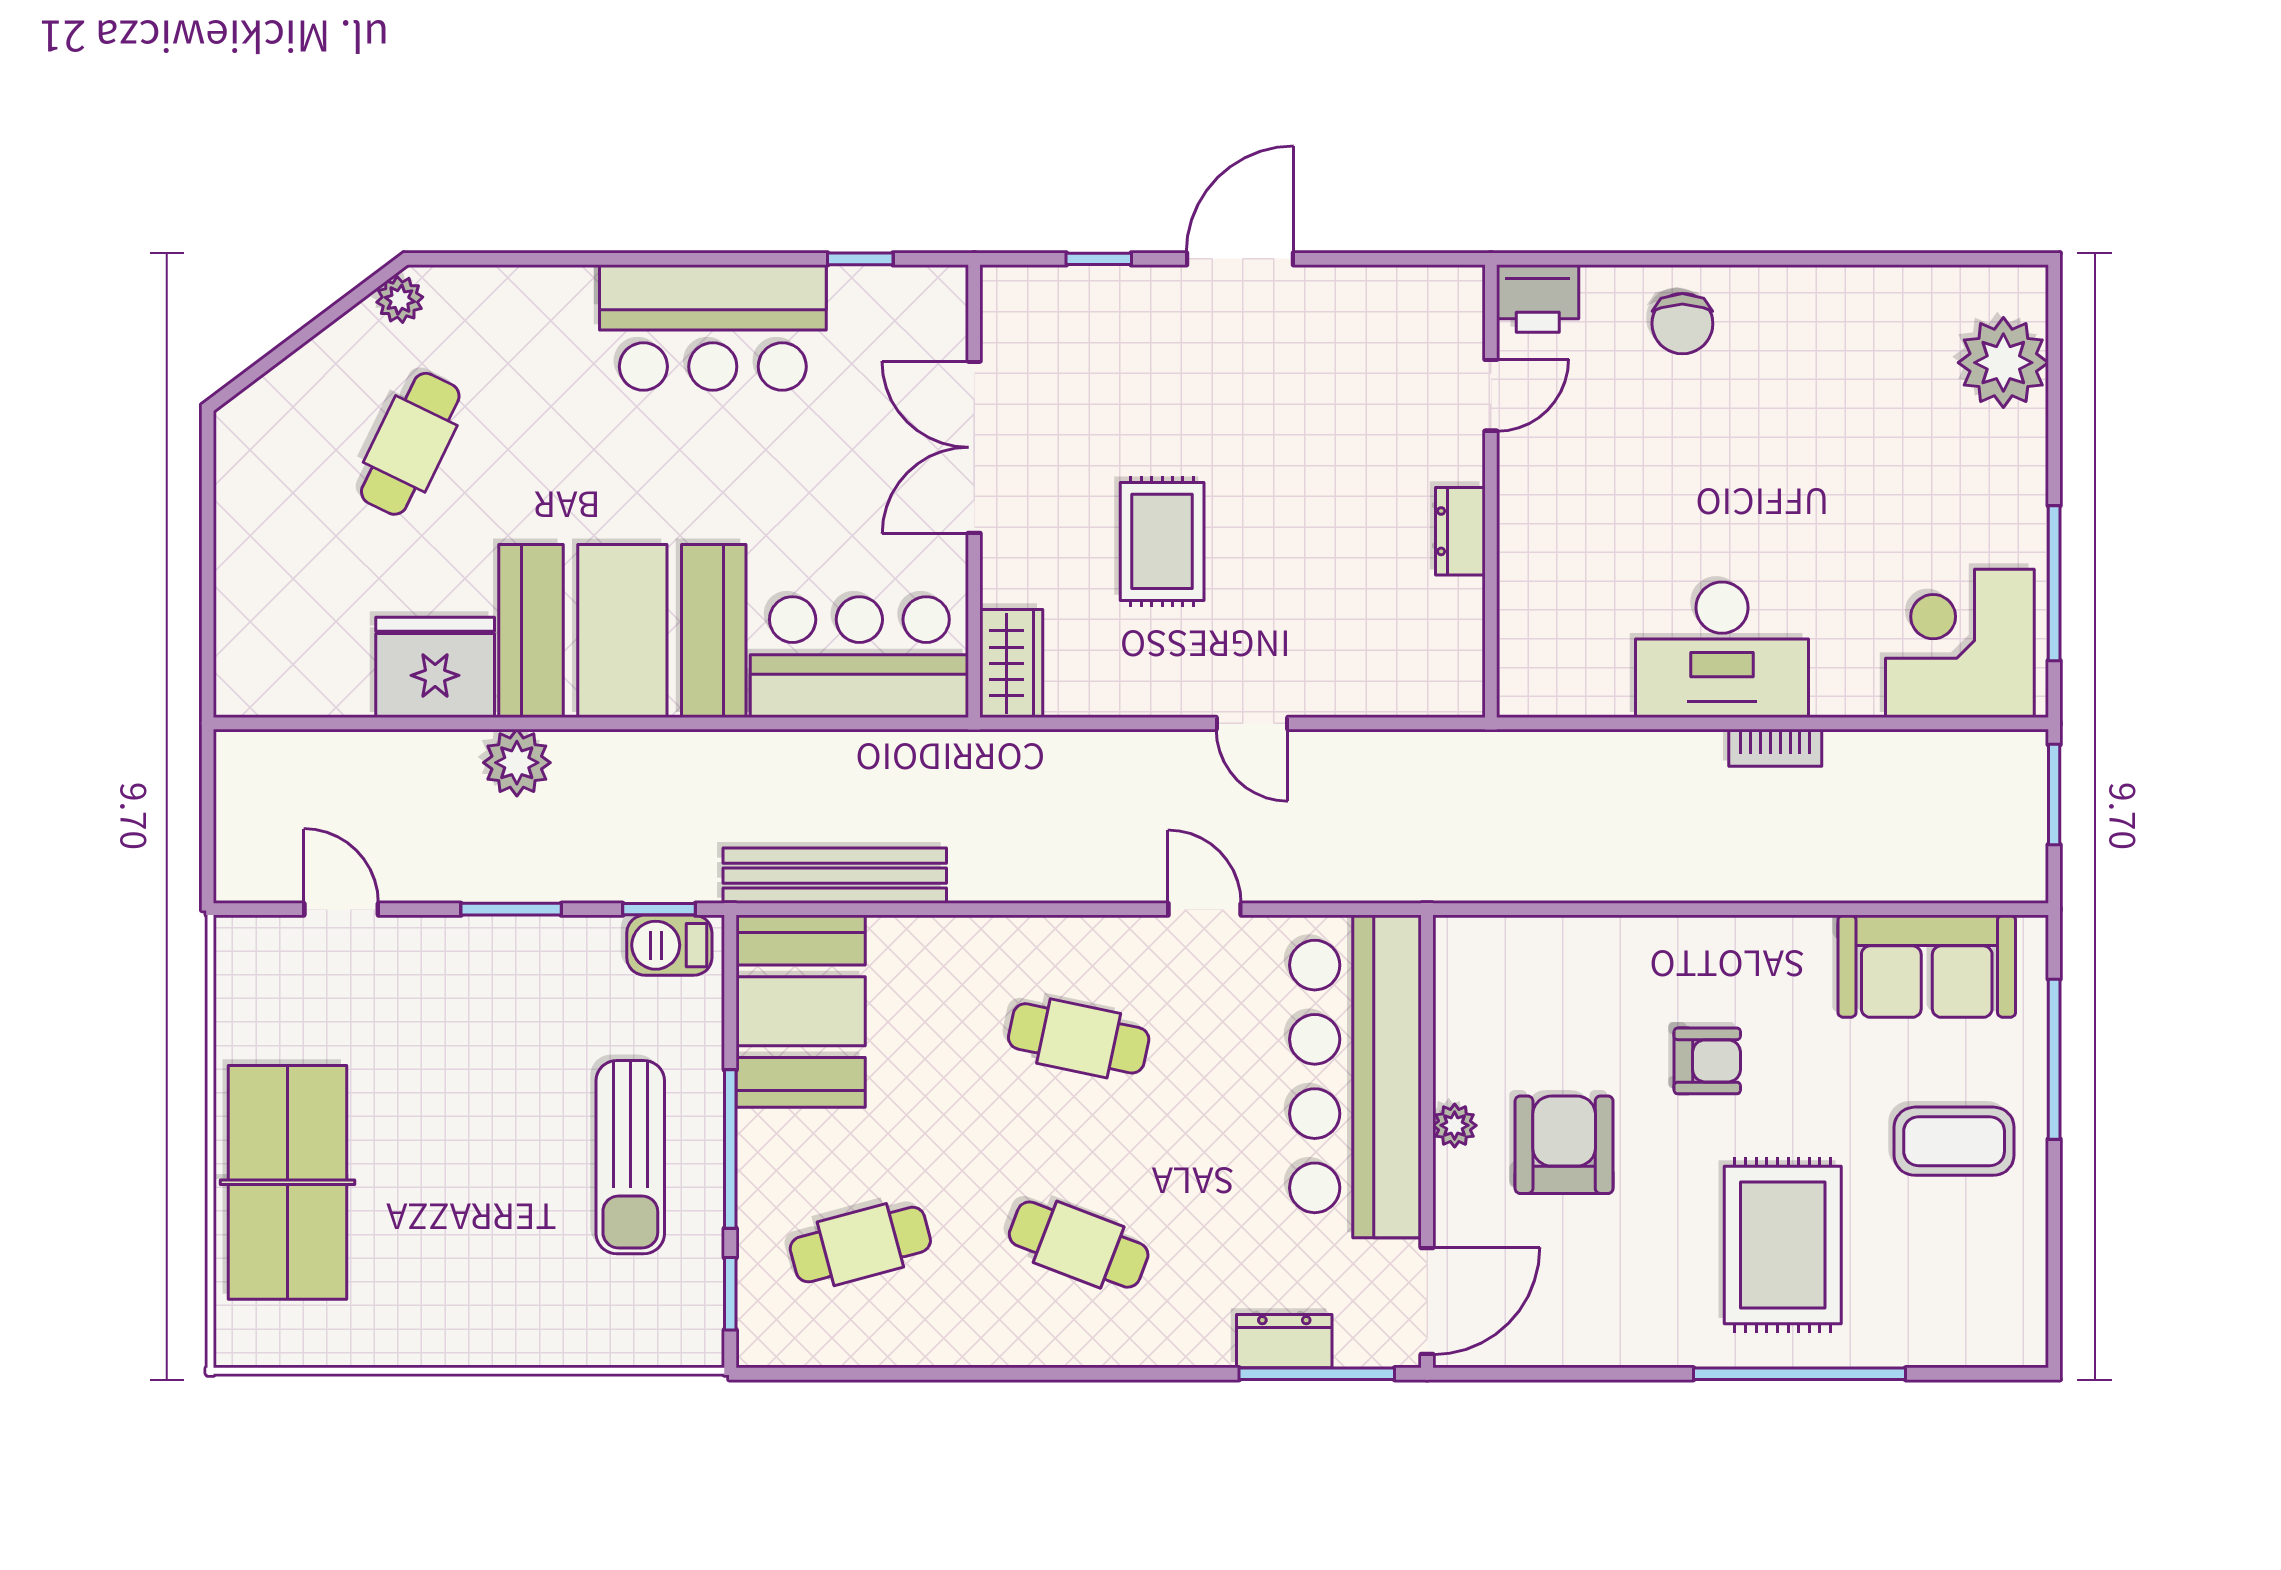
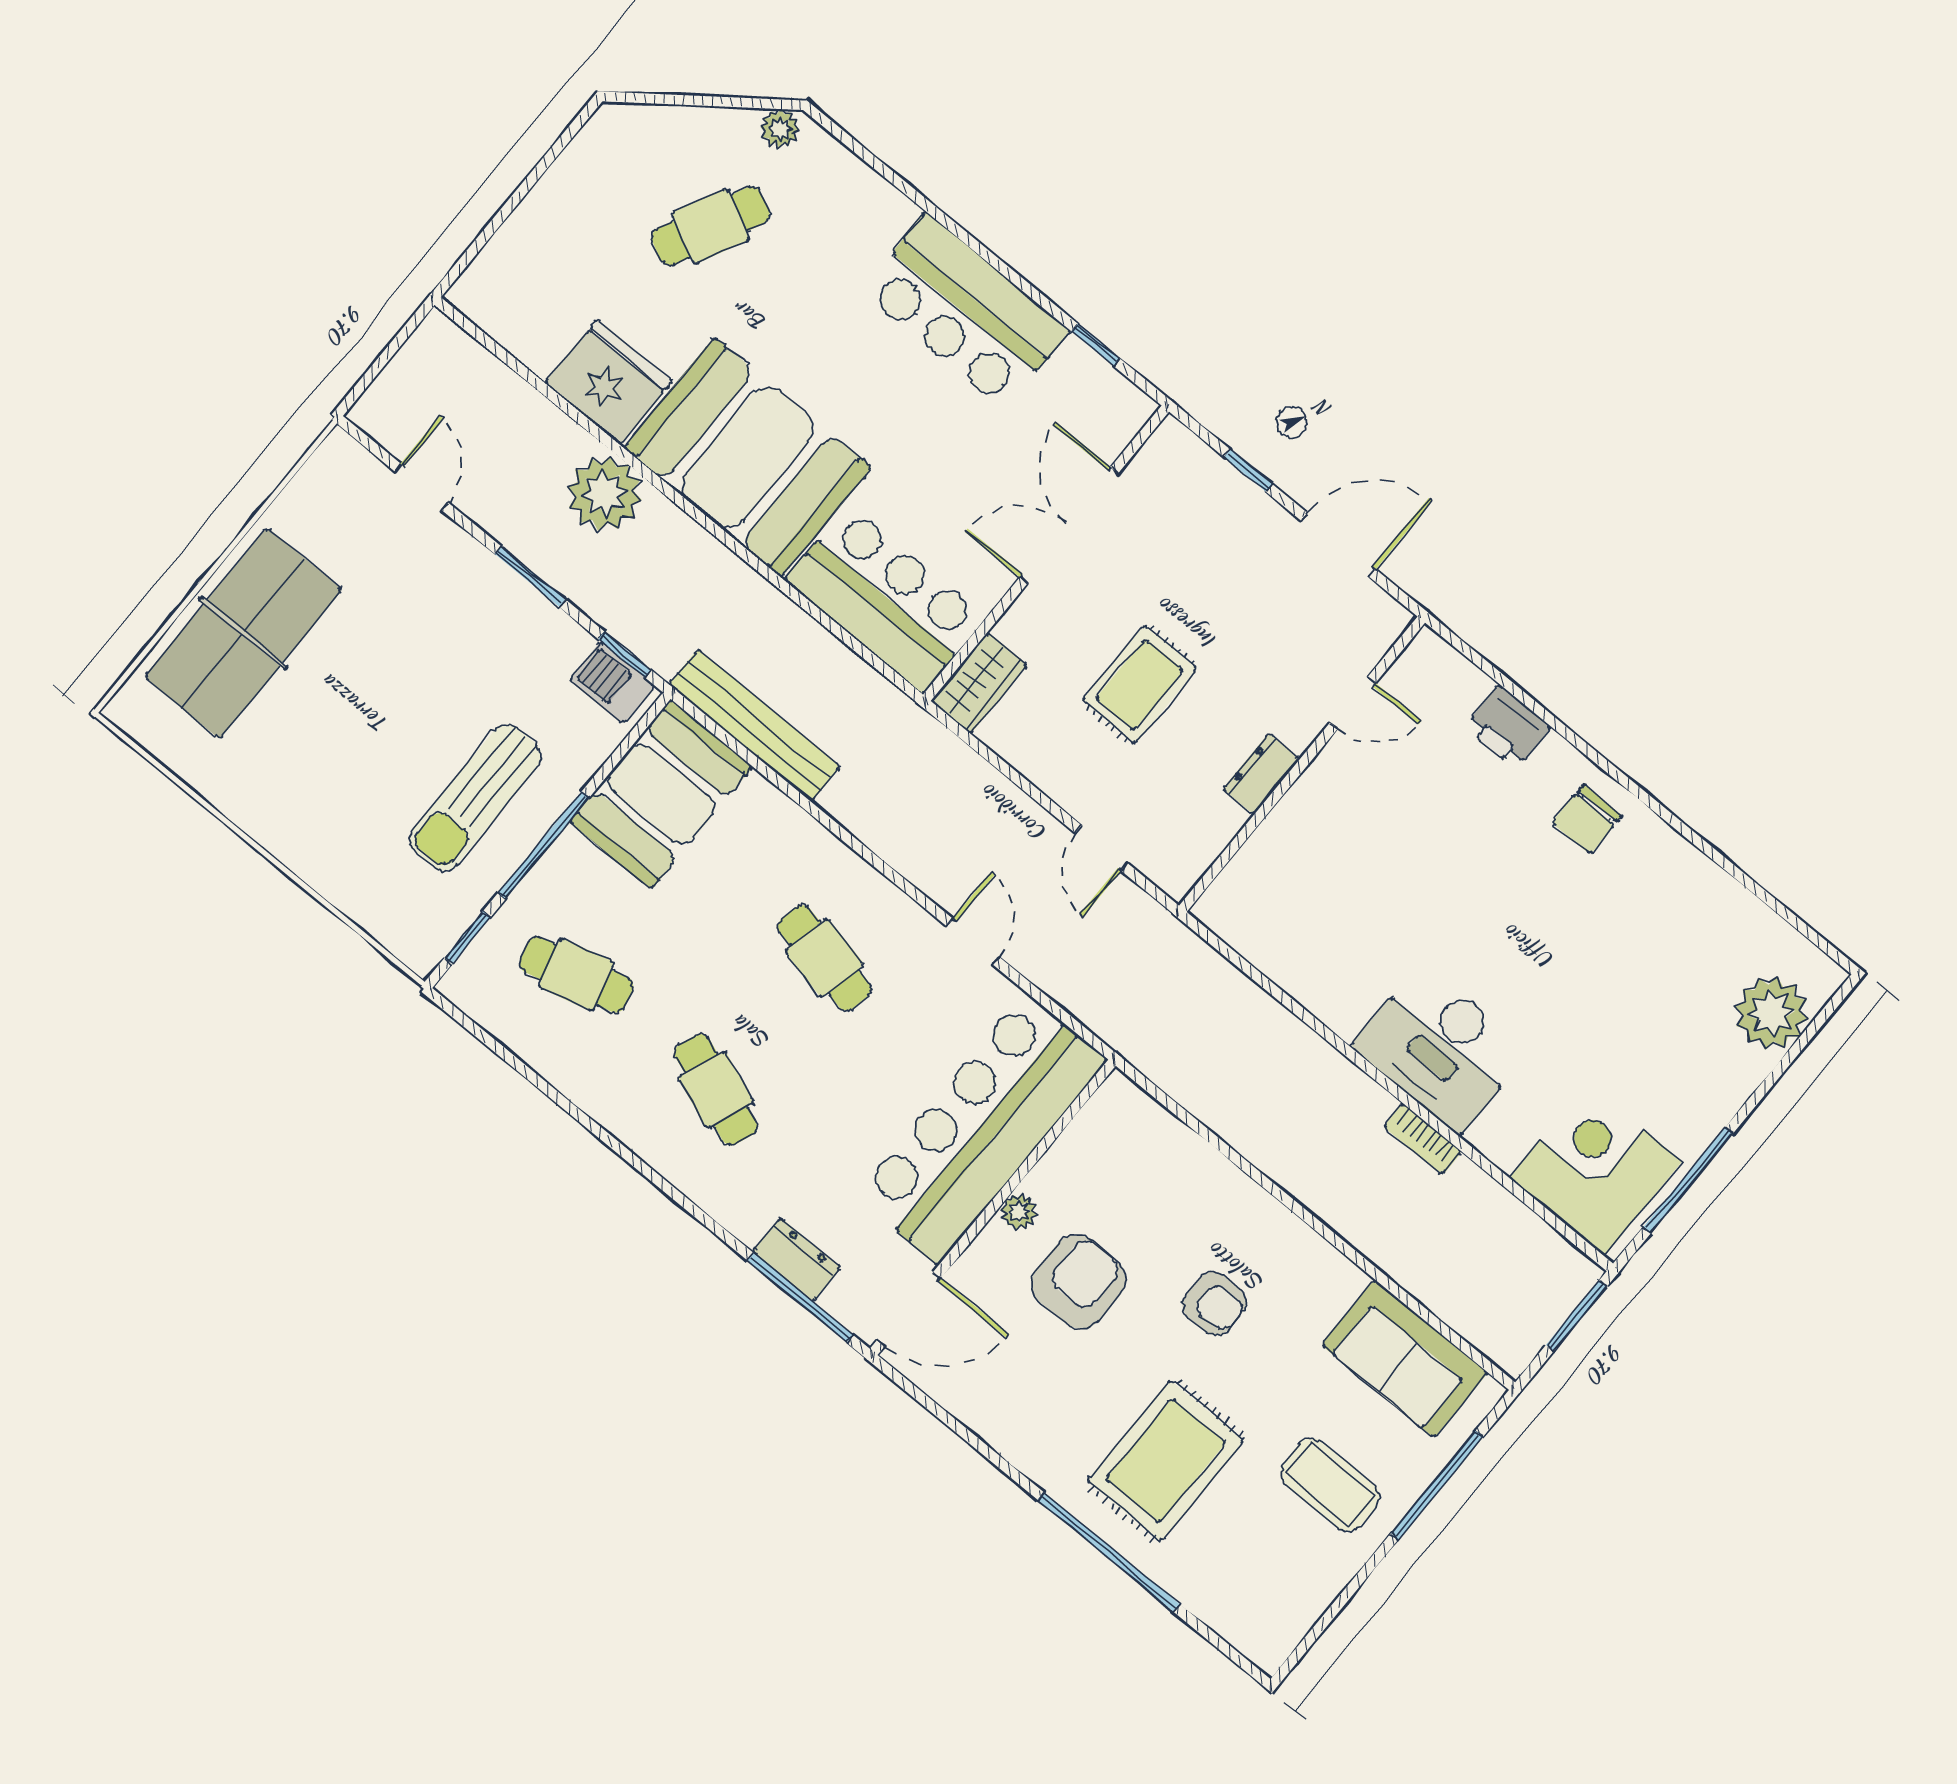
door: (1491, 395) -> (1353, 703), moved
wall: (1491, 491) -> (1302, 764), moved
dresser: (1460, 531) -> (1261, 774), moved
plant: (517, 763) -> (604, 494), width x1.36, depth x1.36

